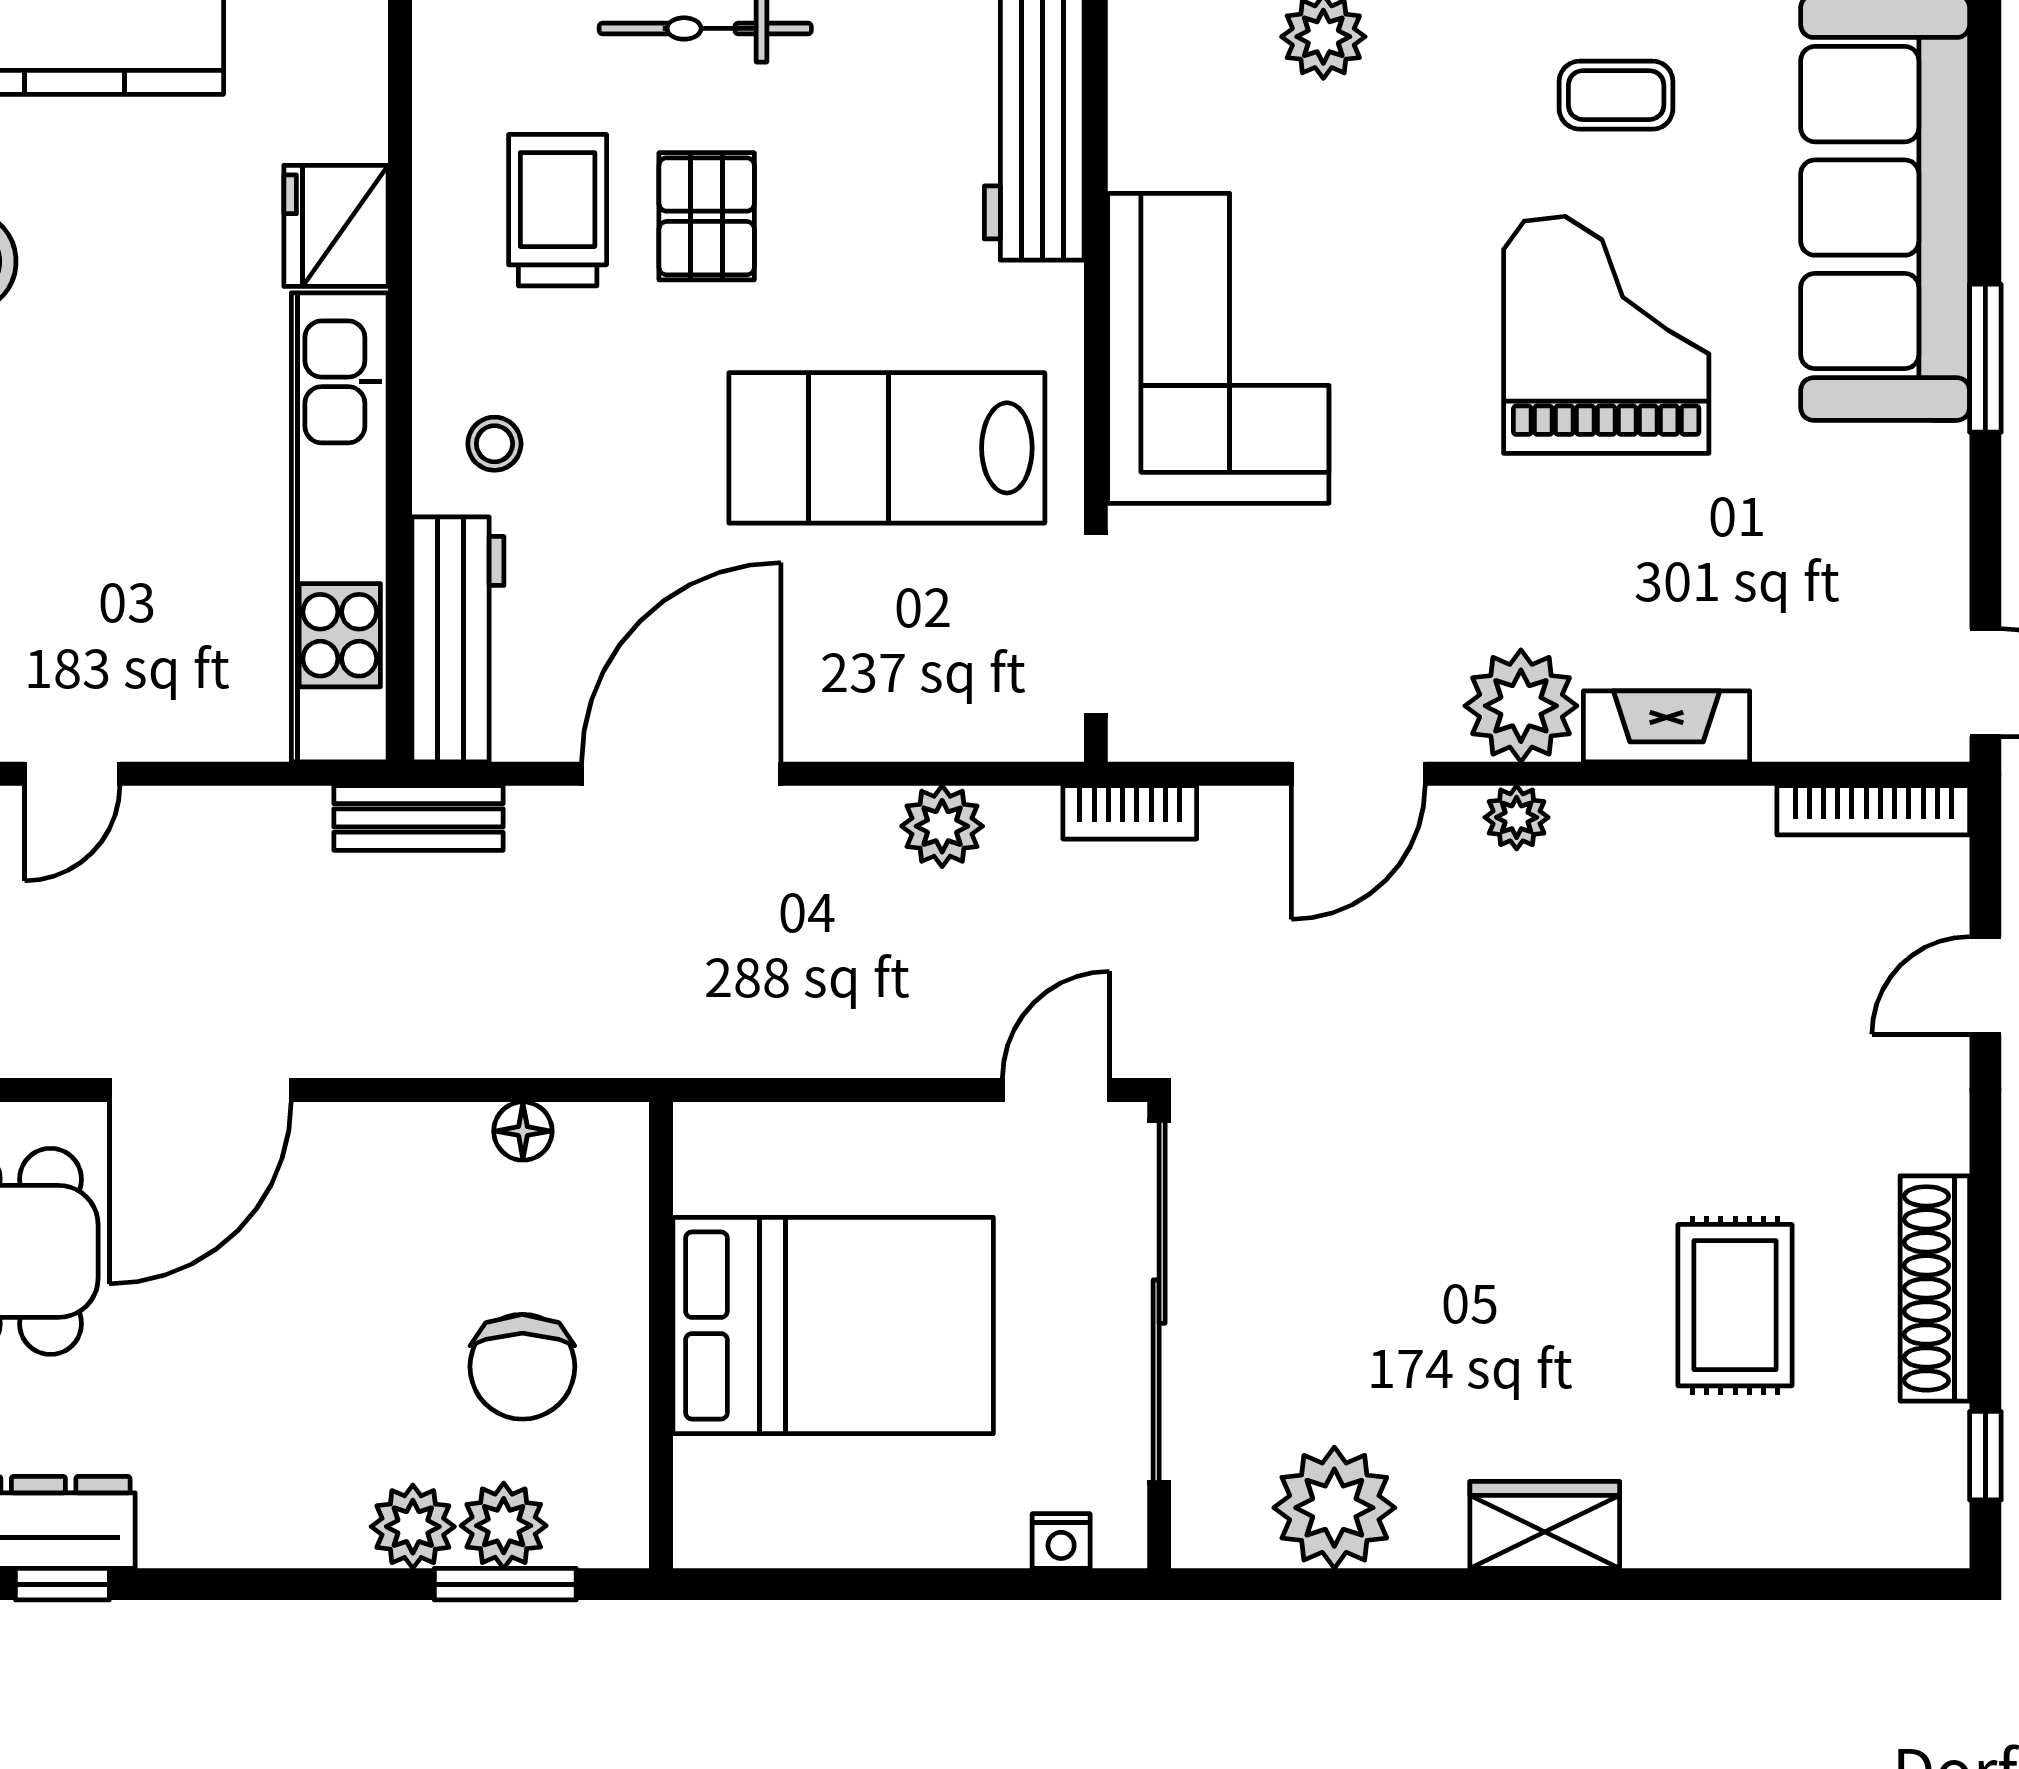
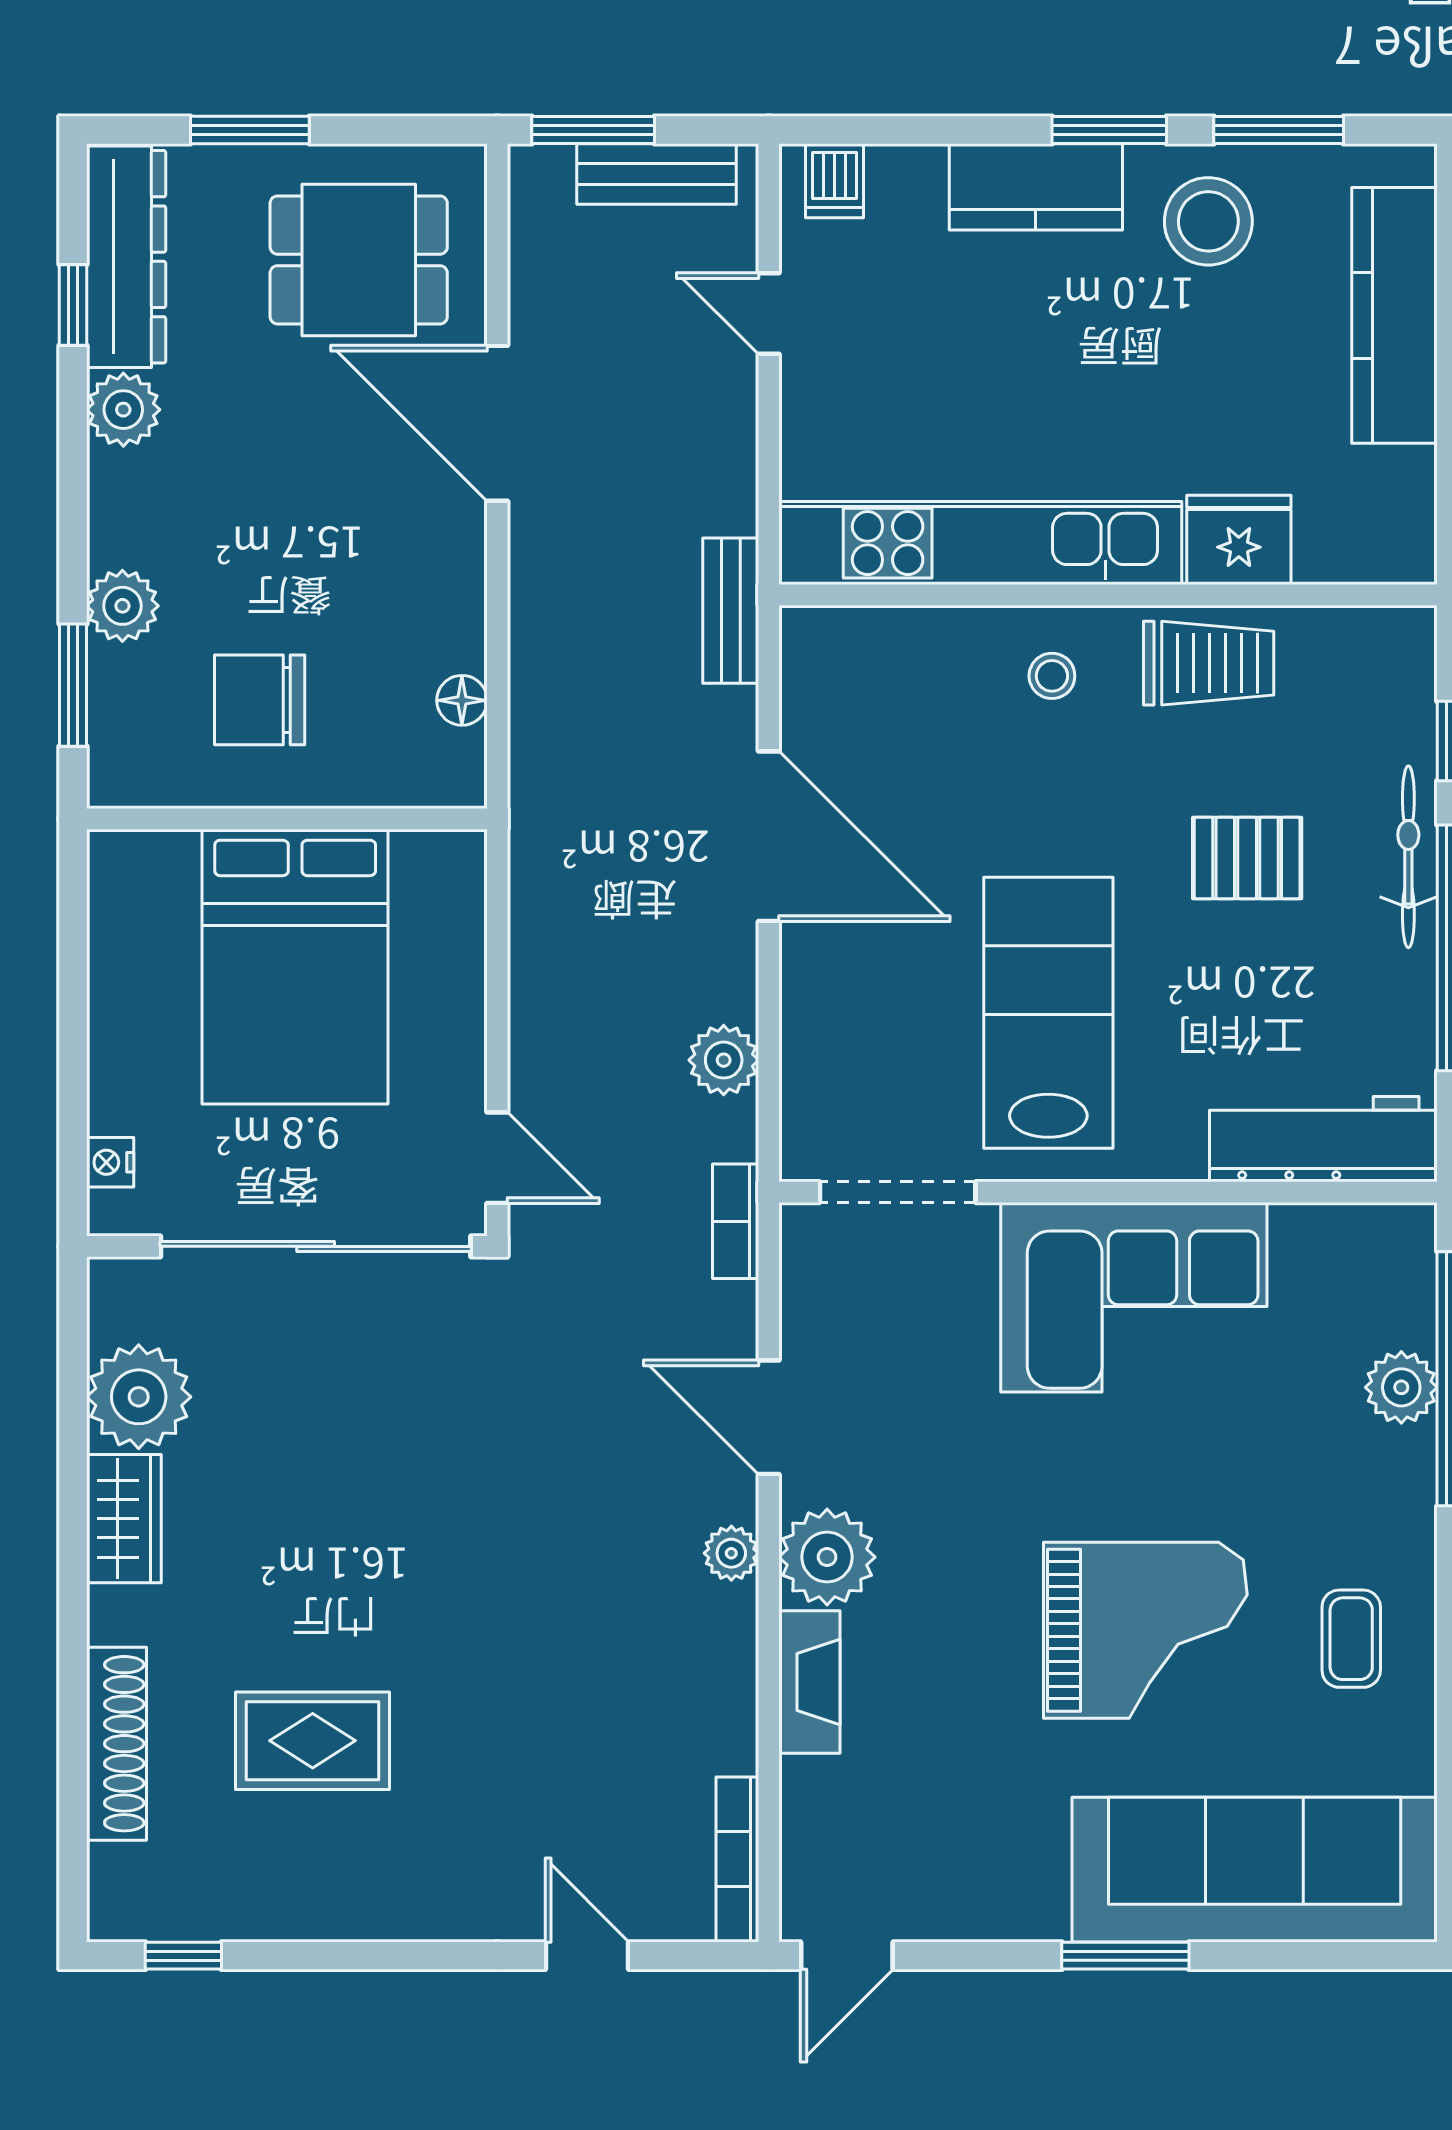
trolley: (558, 210) -> (1209, 663), moved
workbench: (458, 639) -> (884, 645), removed
shoe rack: (1935, 1288) -> (116, 1744), moved, turned 90
wardrobe: (1545, 1525) -> (124, 1519), moved
plant: (504, 1526) -> (123, 410), moved

